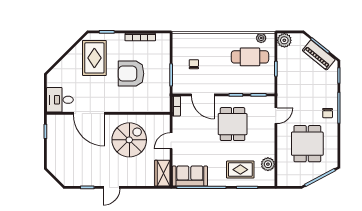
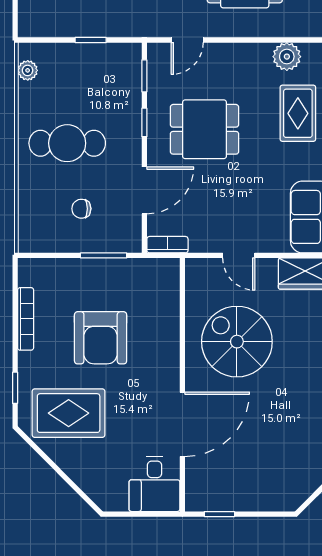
plant: (284, 40) -> (32, 23), removed
cafe table: (250, 57) -> (67, 143), moved, turned 90
door: (276, 116) -> (187, 40), swing flipped

